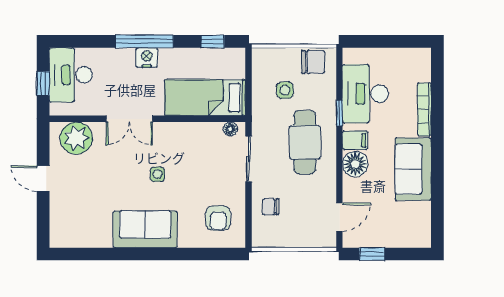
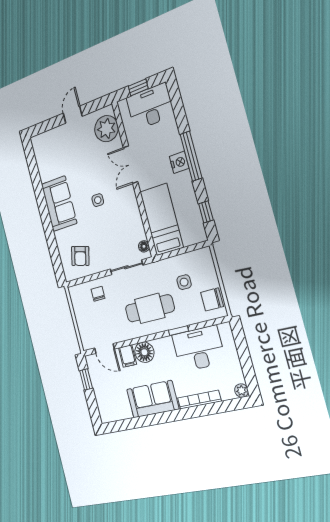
plant: (423, 56) -> (241, 391), added
chair: (313, 62) -> (212, 299), turned 90
filing cabinet: (355, 140) -> (128, 356), moved
armchair: (218, 218) -> (80, 256), turned -75

